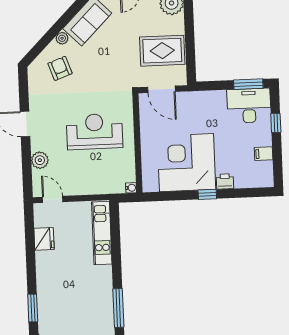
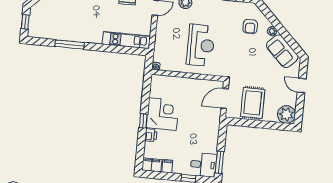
armchair: (60, 68) -> (250, 26), turned 110
desk: (249, 106) -> (203, 165), width x0.73
corner desk: (186, 163) -> (163, 114), width x0.74, depth x0.74
filing cabinet: (265, 174) -> (152, 165), added

